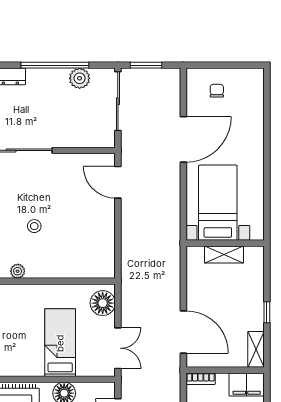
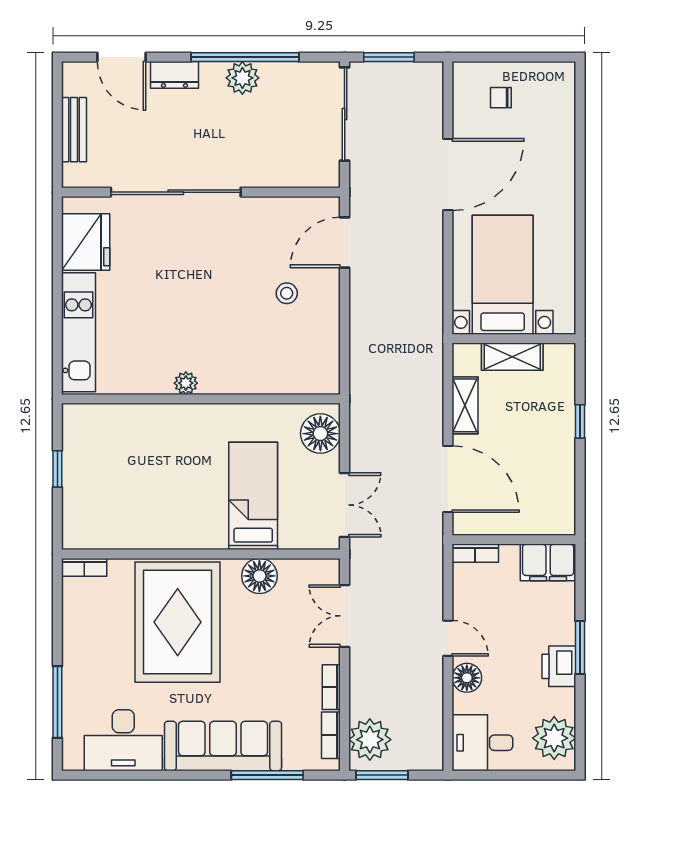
plant: (80, 78) -> (242, 78), moved
chair: (217, 91) -> (501, 98), turned -90
door: (118, 182) -> (345, 242), hinge flipped
stool: (34, 226) -> (287, 293), moved
window: (267, 312) -> (580, 421), moved
shelving: (256, 349) -> (465, 405), moved

